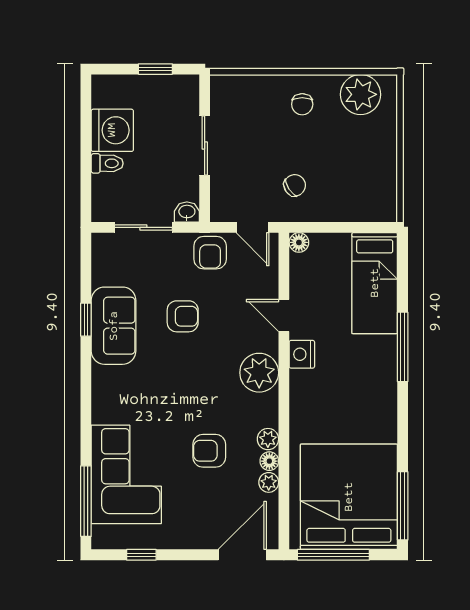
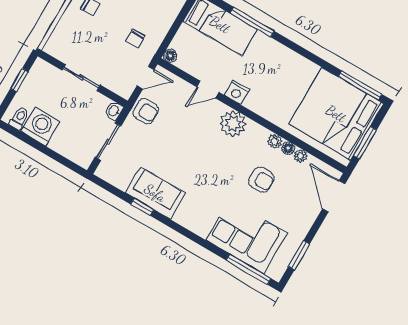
toilet: (107, 163) -> (19, 118), moved
chair: (295, 185) -> (135, 39), turned -147
armchair: (183, 316) -> (174, 149), removed
window: (403, 347) -> (252, 22), moved
armchair: (209, 451) -> (261, 180), turned -90
window: (141, 555) -> (299, 255), width x1.50
window: (333, 555) -> (365, 143), width x0.69

